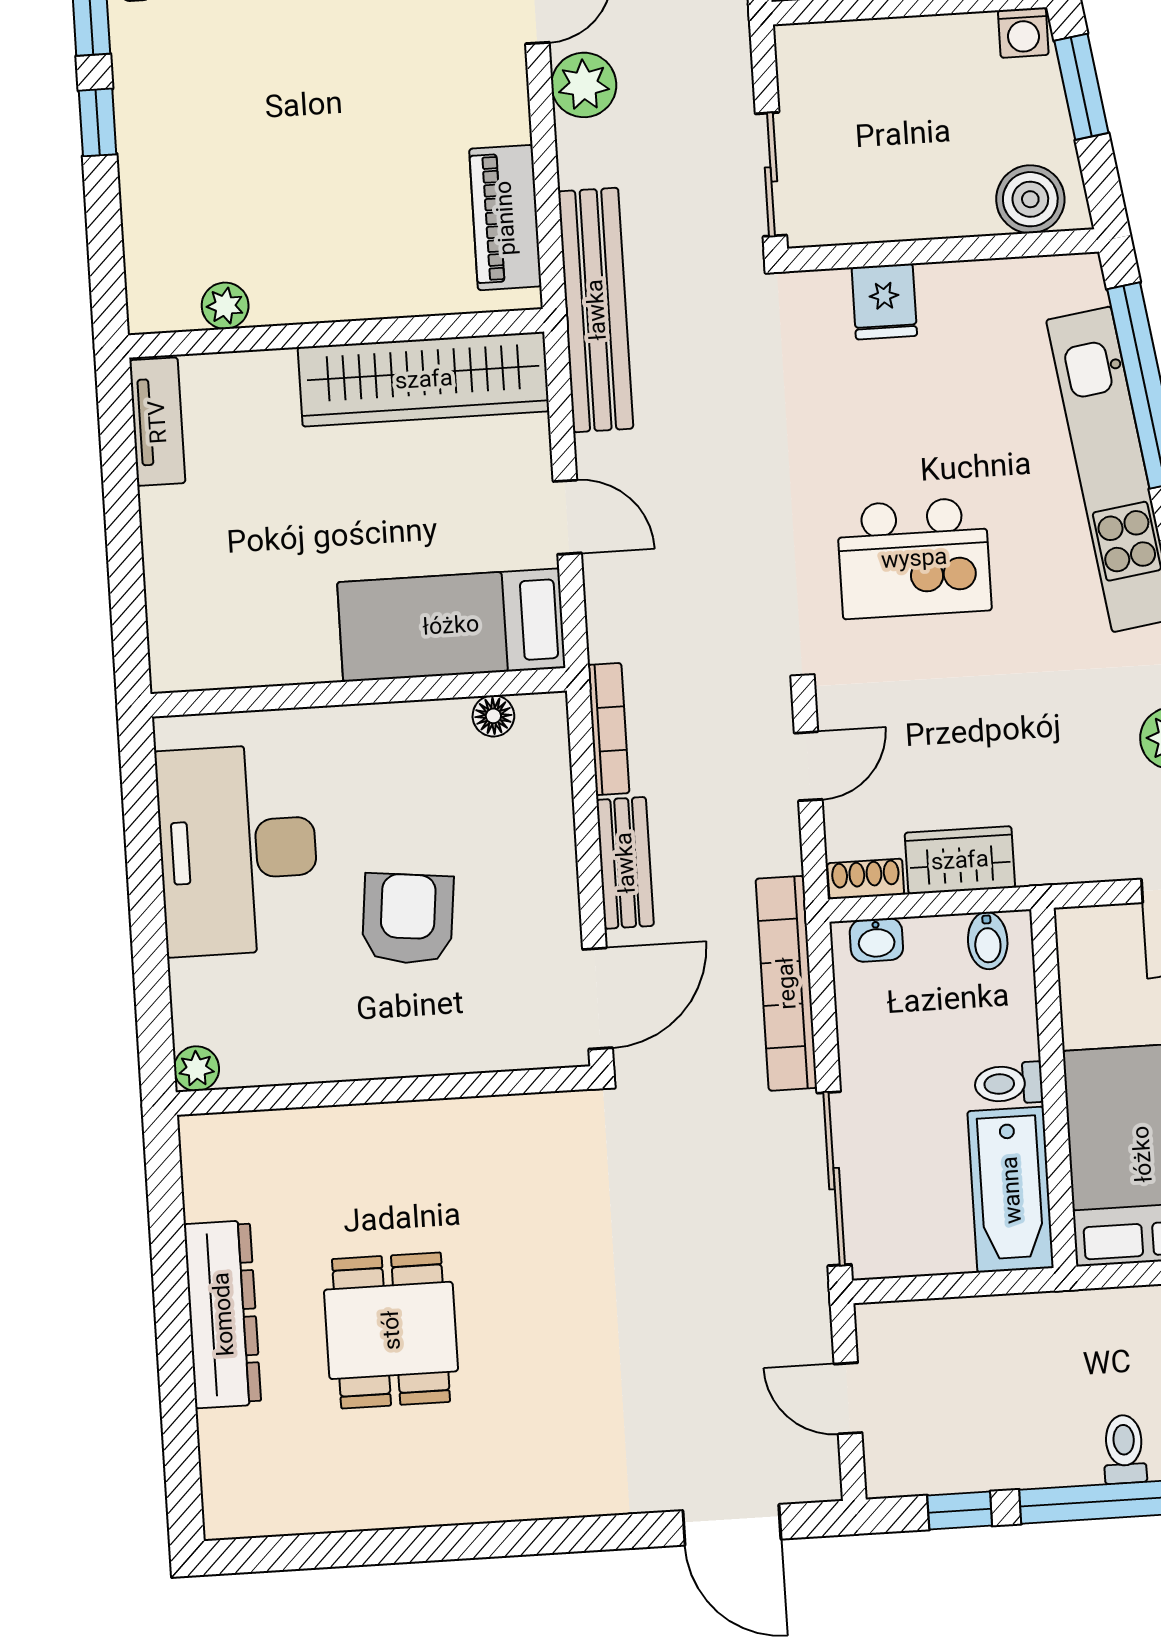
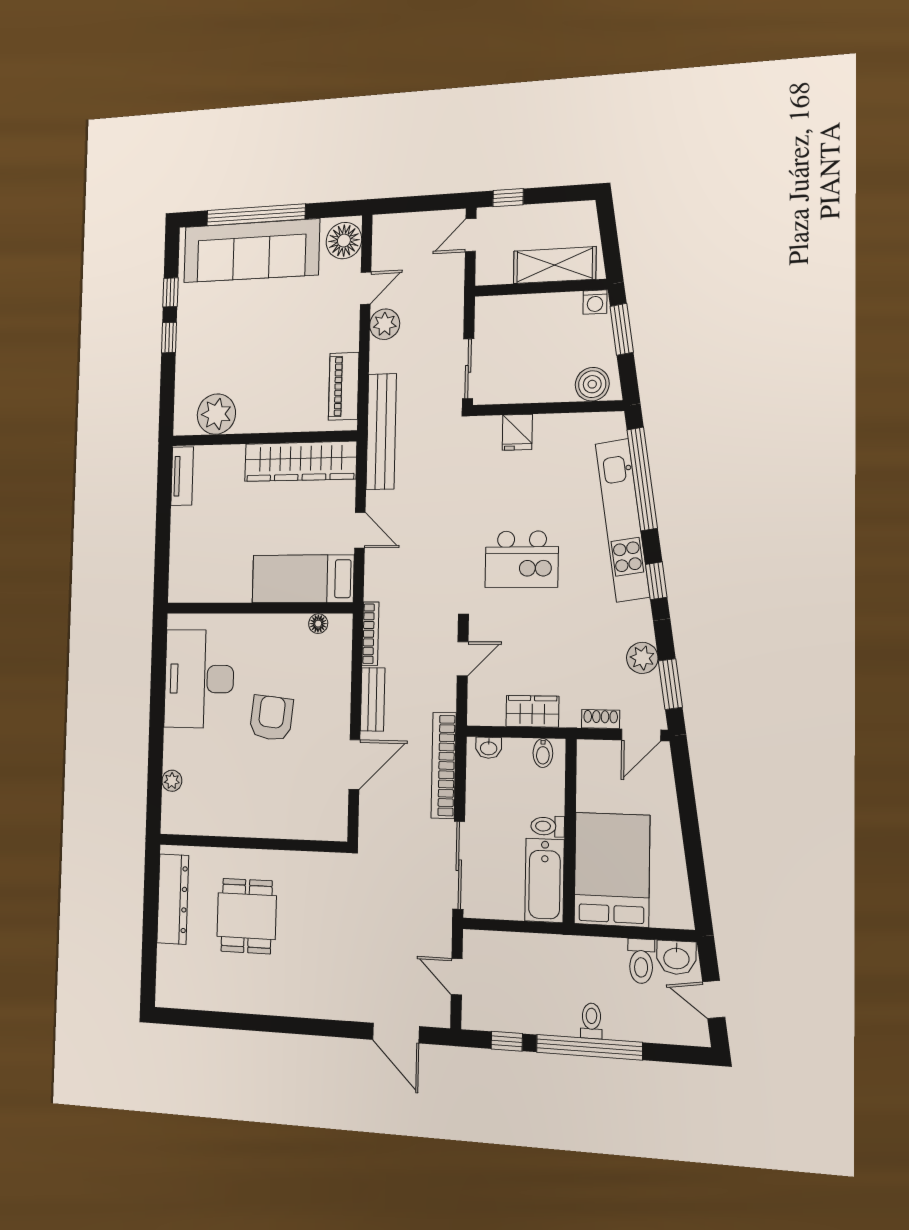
plant: (225, 306) -> (216, 414), width x1.88, depth x1.88
shoe rack: (866, 879) -> (601, 719), moved
wall: (384, 1091) -> (252, 843), moved

